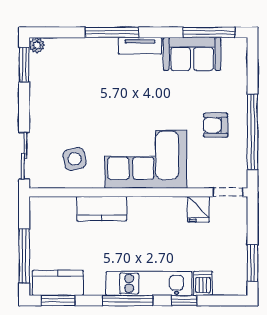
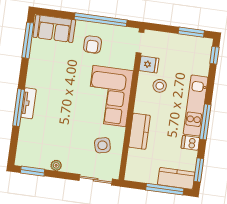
plant: (37, 45) -> (56, 165), moved
tv unit: (140, 46) -> (29, 103), moved
sofa: (192, 54) -> (54, 29), moved, turned 90
stool: (170, 229) -> (160, 86), added
kitchen counter: (58, 283) -> (176, 178), moved, turned 90
dishwasher: (203, 283) -> (190, 143), moved
window: (184, 301) -> (214, 55), moved

